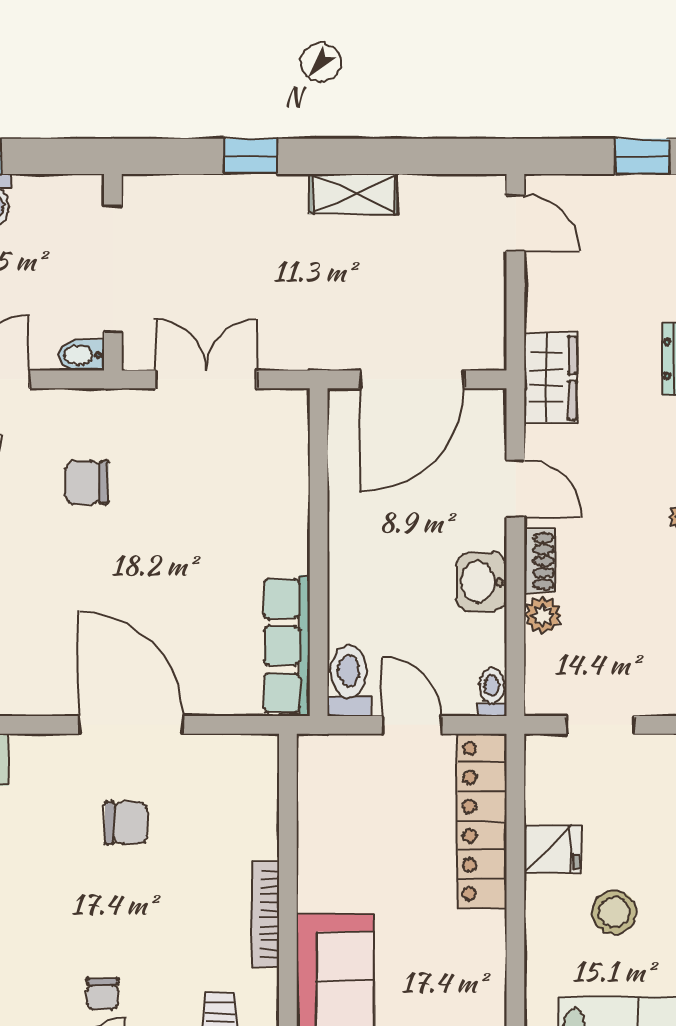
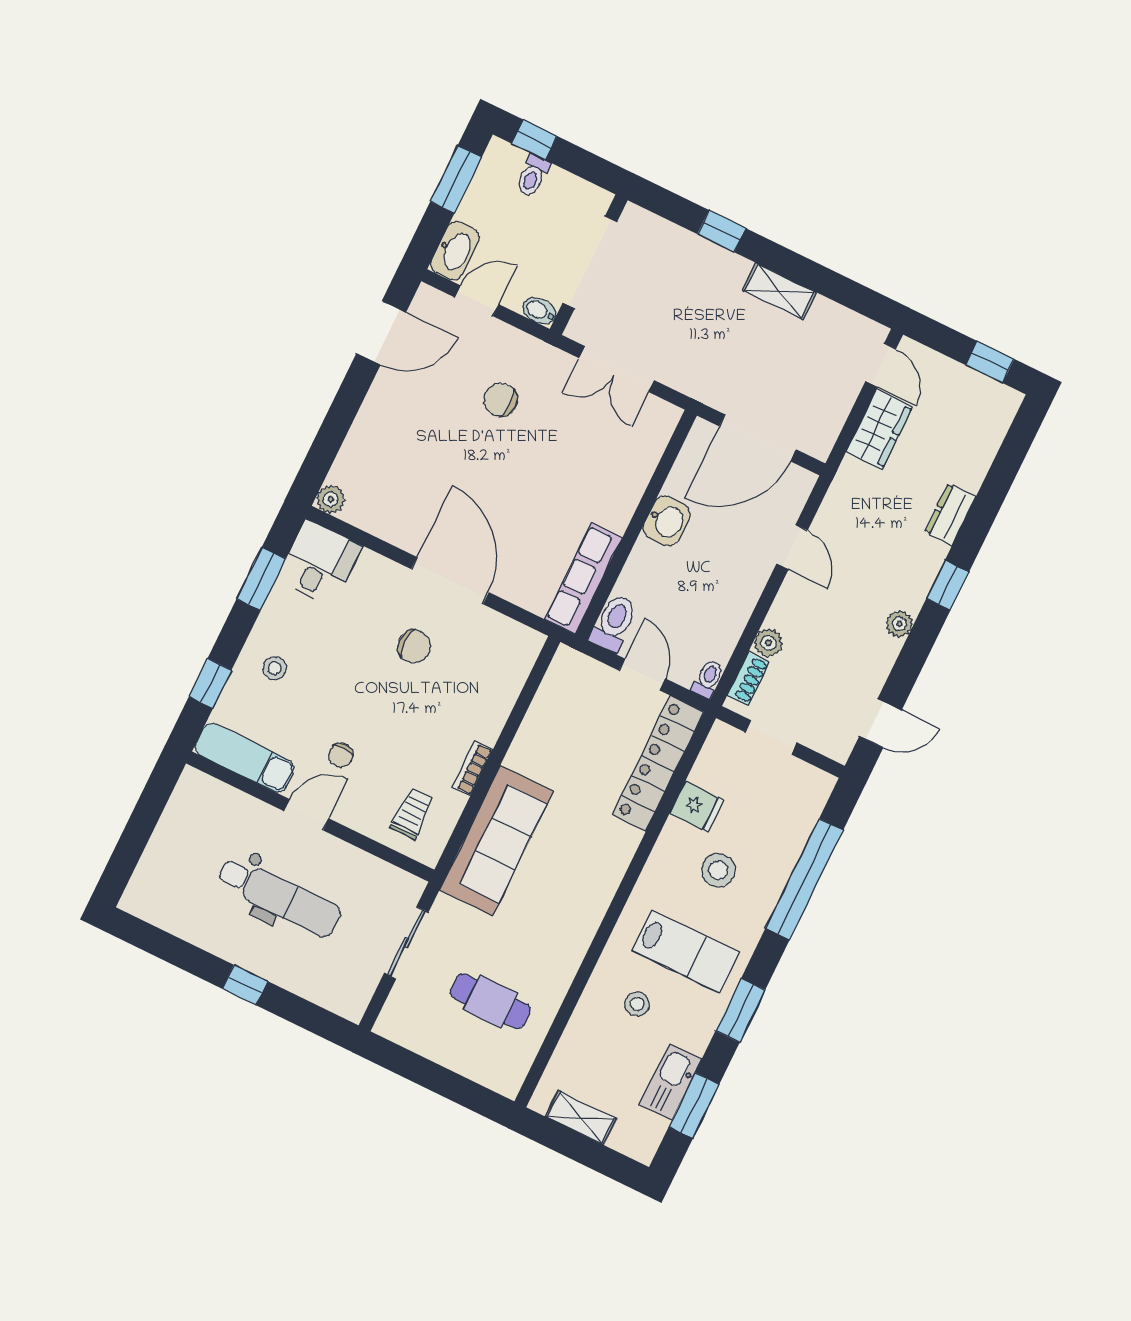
wardrobe: (550, 378) -> (879, 429), moved
double door: (206, 379) -> (617, 369), swing flipped
shoe rack: (539, 561) -> (748, 679), moved
washbasin: (481, 582) -> (667, 521), moved, turned 180
bookcase: (266, 914) -> (472, 768), width x0.64

